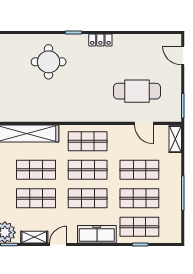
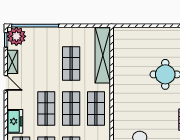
shop shelf: (36, 198) -> (46, 63), removed
freezer: (97, 234) -> (15, 121), width x0.71

